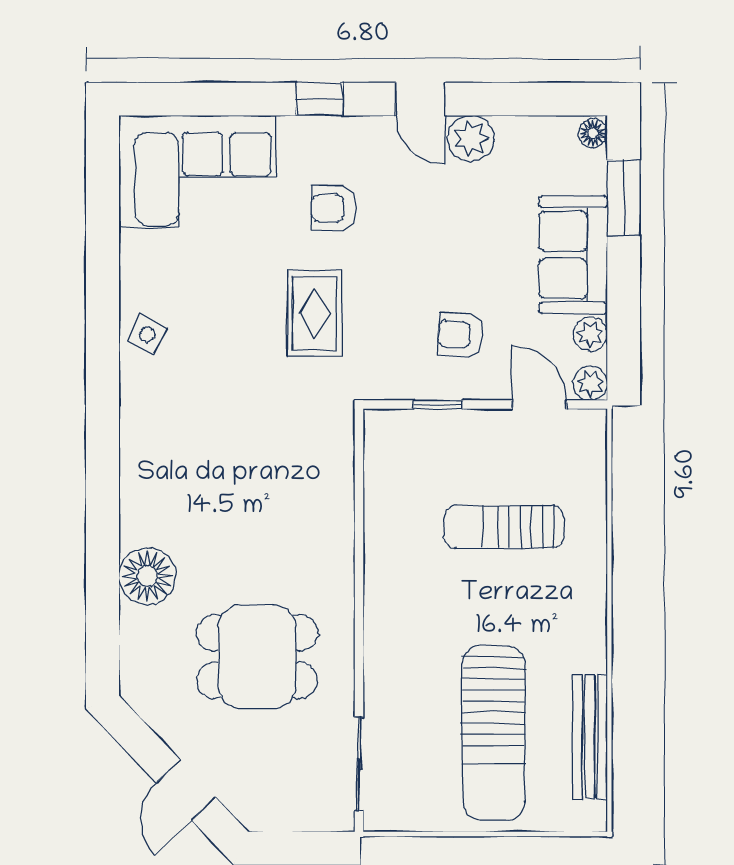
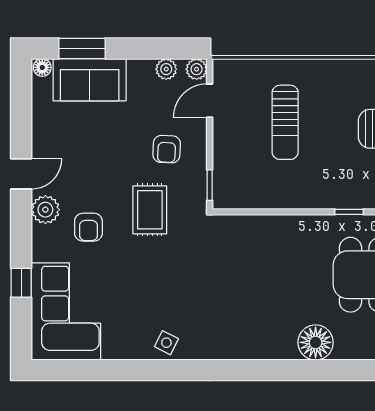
window: (320, 99) -> (21, 283), moved
plant: (471, 138) -> (45, 210), moved
sofa: (573, 255) -> (90, 80), moved
rug: (314, 313) -> (150, 210), moved, turned 90
window: (438, 404) -> (210, 185), moved
window: (359, 630) -> (349, 212), added

